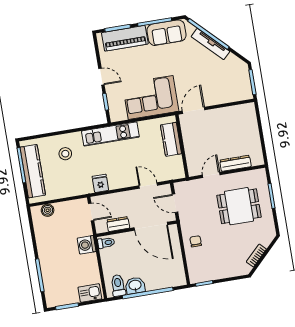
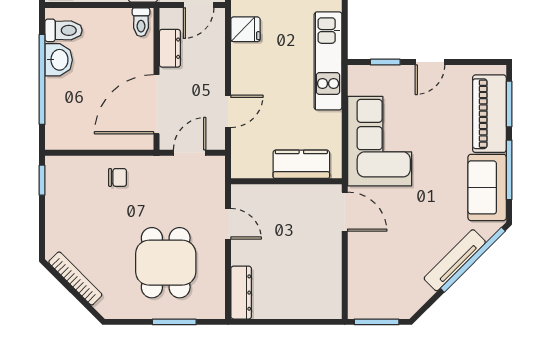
dresser: (235, 163) -> (241, 293), moved
bookcase: (256, 256) -> (75, 278), width x1.56

